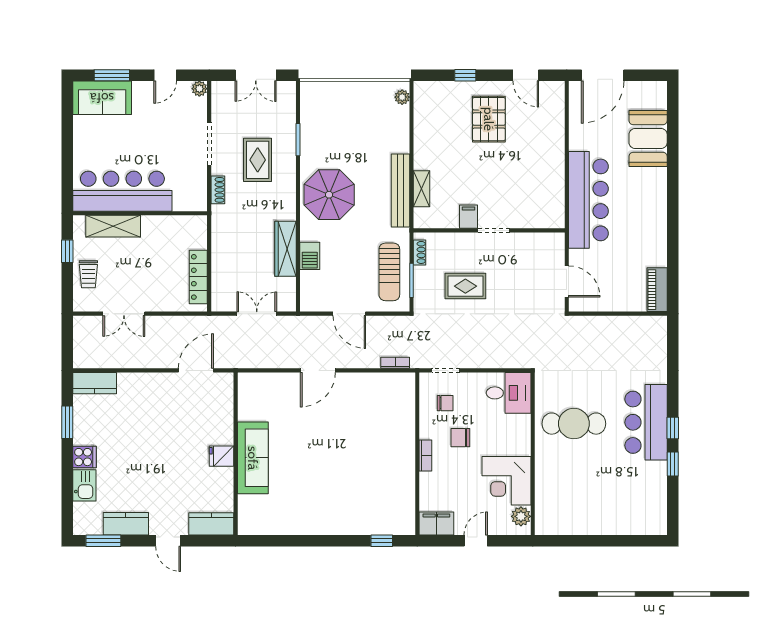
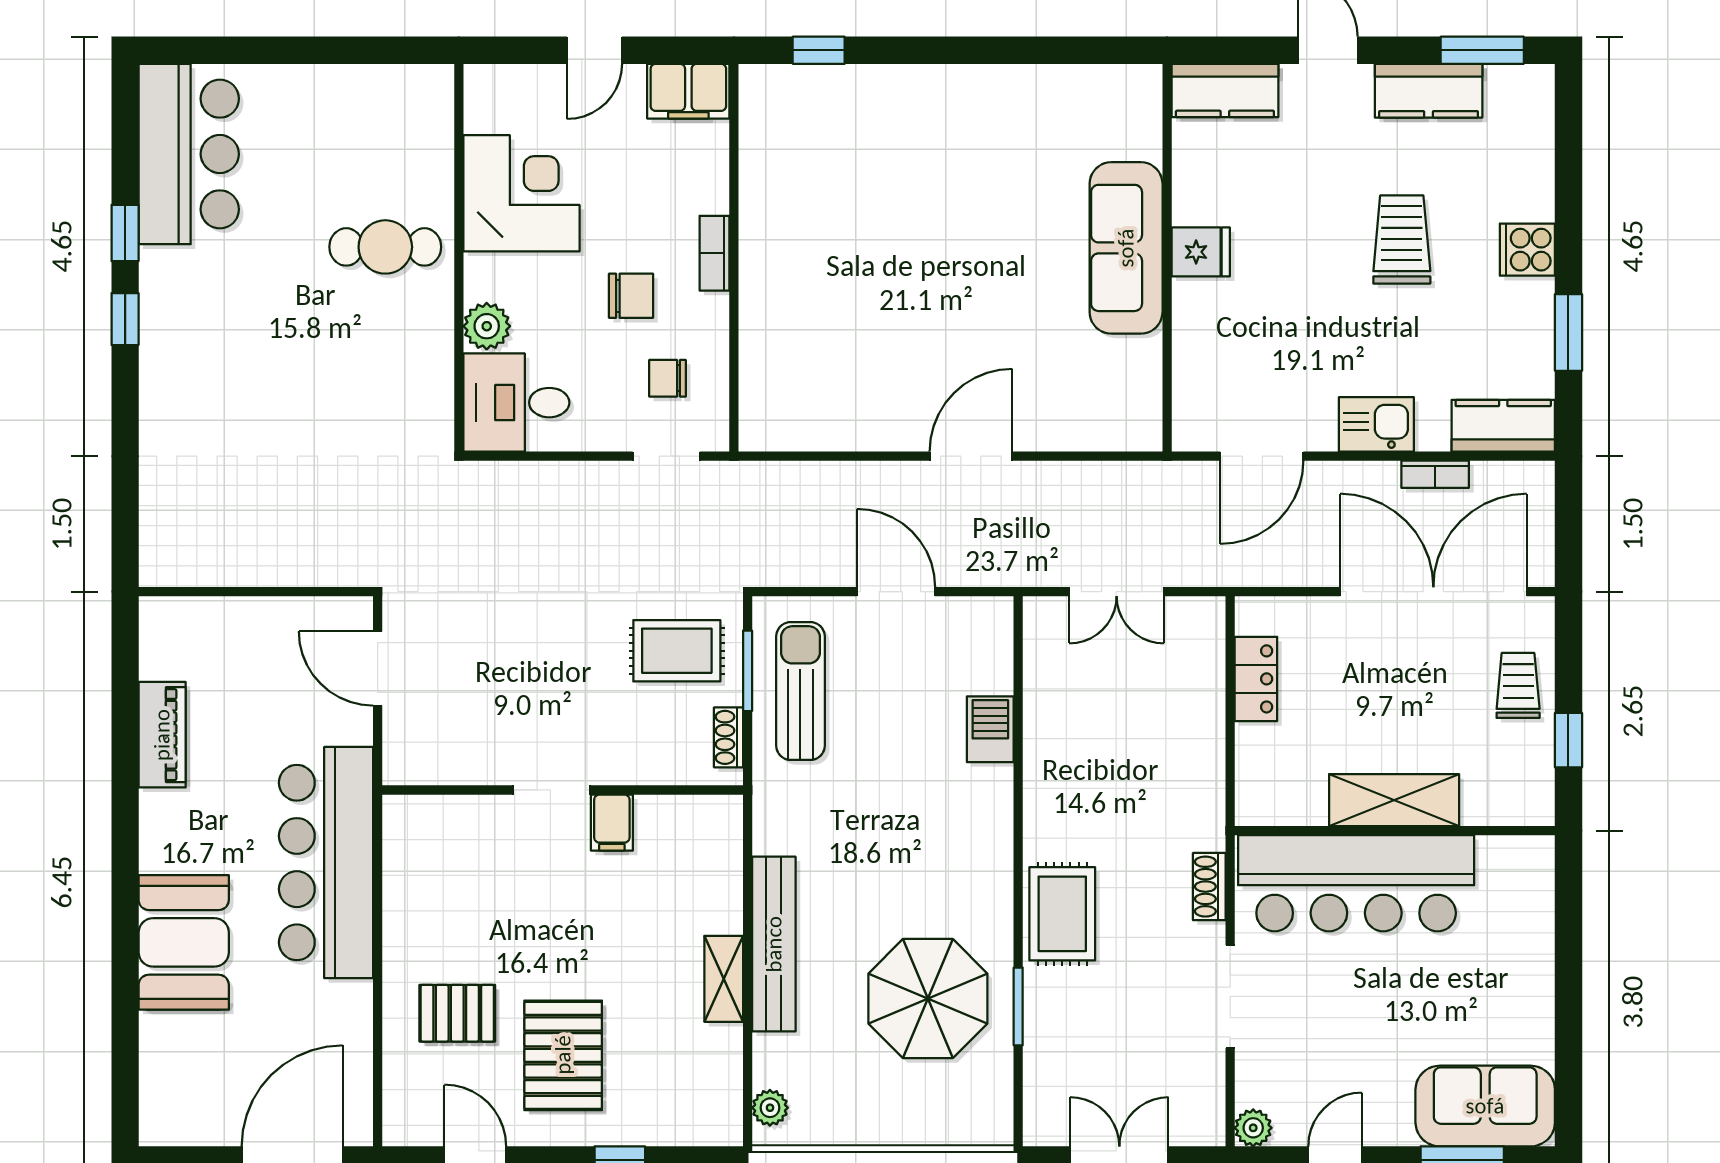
pallet: (533, 137) -> (457, 1013), added
booth: (648, 139) -> (184, 942), moved
rug: (258, 160) -> (1062, 914), moved
shelving: (422, 189) -> (724, 979), moved
bar counter: (122, 191) -> (1356, 883), moved
bench: (401, 191) -> (774, 944), moved
parasol: (329, 195) -> (928, 999), moved
shelving: (113, 226) -> (1394, 800), moved
wardrobe: (285, 249) -> (1048, 746), removed
locker: (198, 277) -> (1256, 679), width x0.66
rug: (465, 286) -> (677, 651), moved
piano: (657, 290) -> (162, 735), moved
double door: (124, 314) -> (1433, 592), width x1.87
bookcase: (395, 363) -> (1435, 474), moved
bar counter: (646, 422) -> (189, 154), moved
cafe table: (574, 424) -> (385, 247), moved, width x0.73, depth x0.74
trolley: (137, 461) -> (1402, 239), added
kitchen sink: (84, 485) -> (1376, 424), moved, turned 90
plant: (521, 516) -> (487, 326), moved

